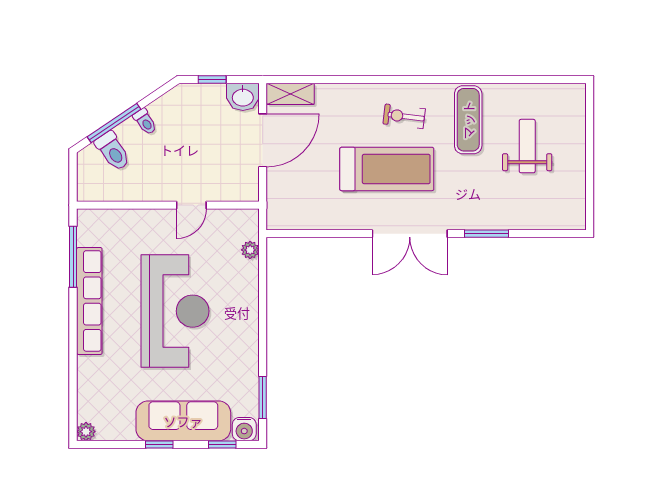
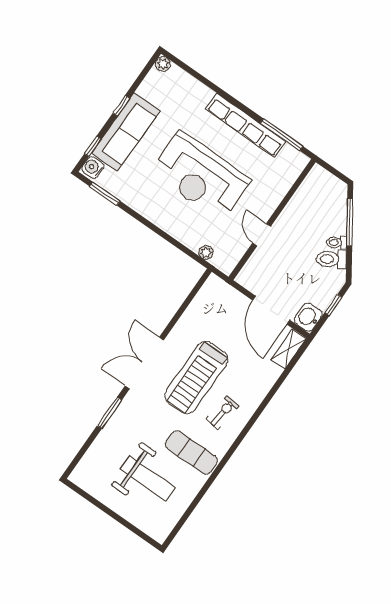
weight bench: (527, 146) -> (148, 479), width x1.36, depth x1.33
toilet: (113, 151) -> (331, 259), moved

